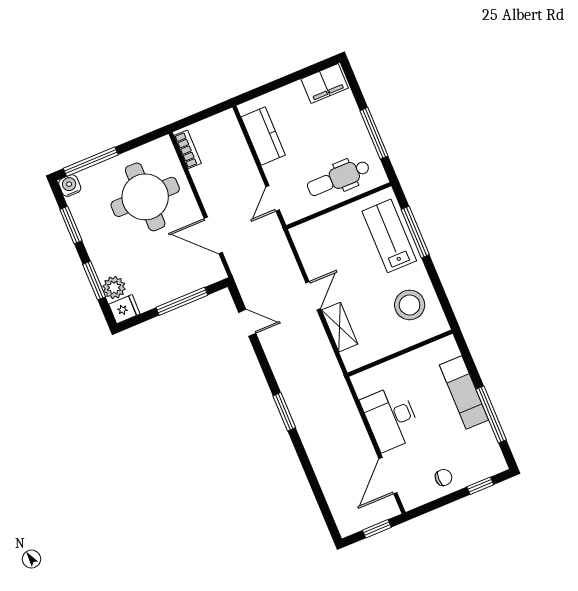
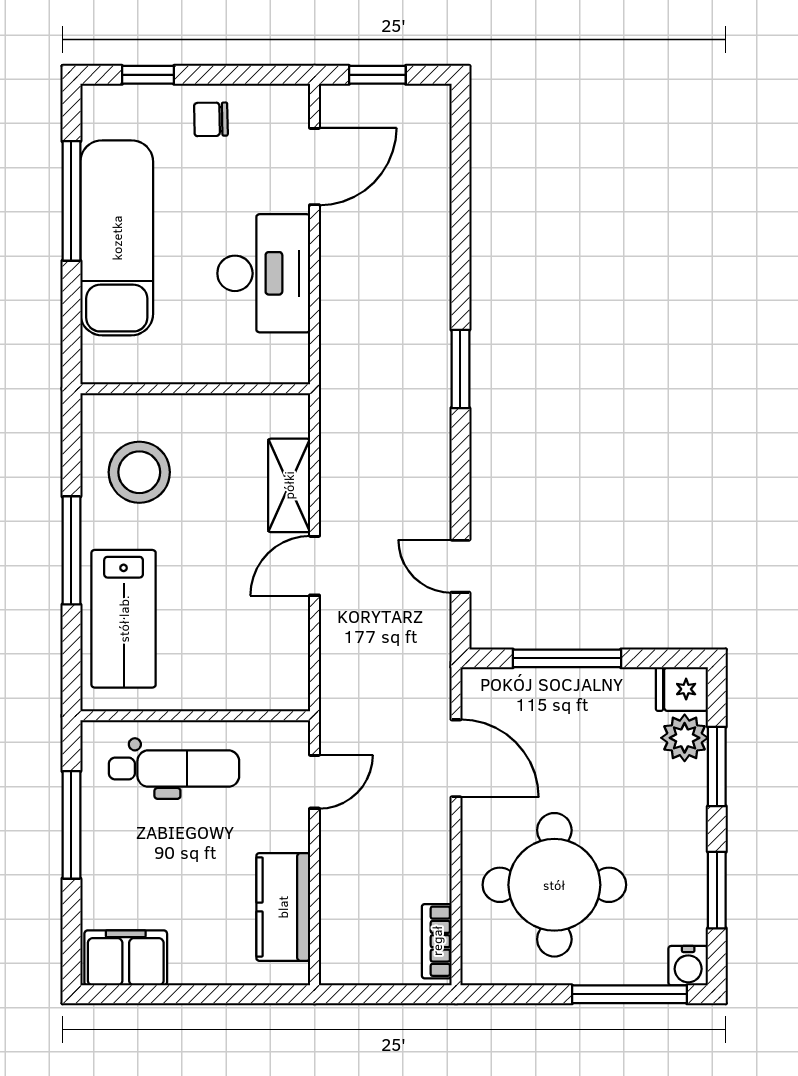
window: (415, 232) -> (71, 550), moved
exam couch: (464, 393) -> (117, 238), width x1.36, depth x1.45

